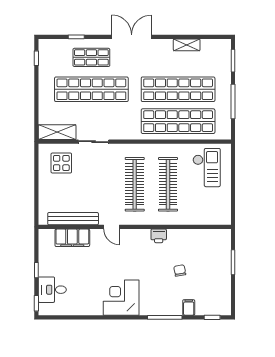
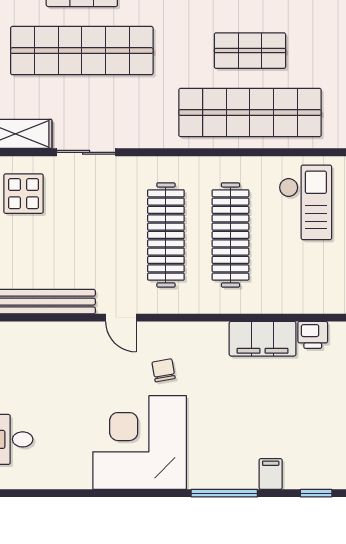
shop shelf: (178, 89) -> (250, 51), width x0.50, depth x0.74
printer: (159, 236) -> (313, 335), moved
filing cabinet: (72, 238) -> (263, 339), moved
chair: (180, 271) -> (163, 370), moved
corner desk: (121, 298) -> (140, 442), width x1.36, depth x1.36

